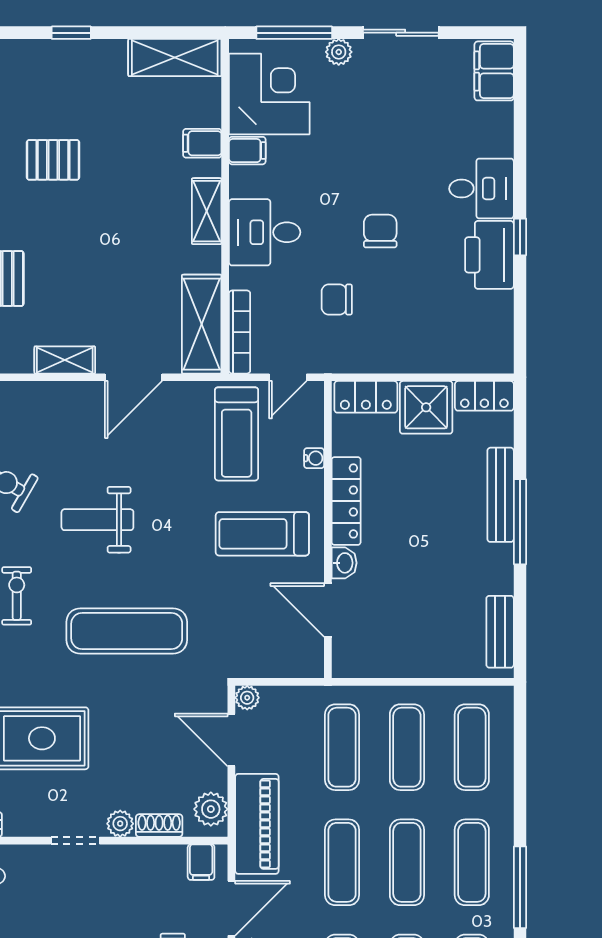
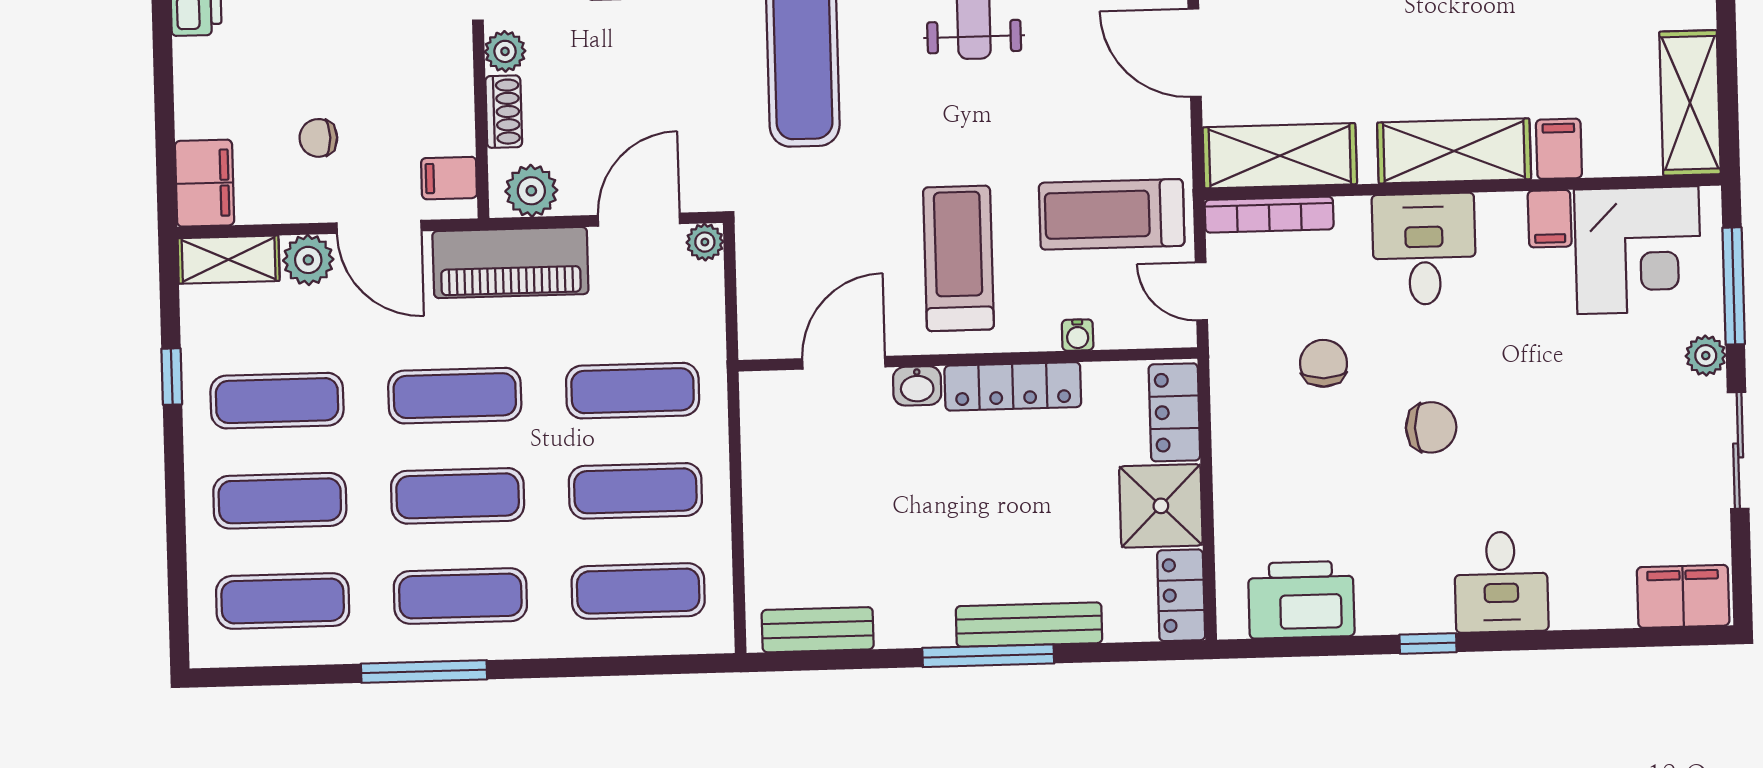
shelving: (207, 211) -> (1454, 151), width x1.50, depth x1.33
printer: (489, 255) -> (1301, 600), moved

